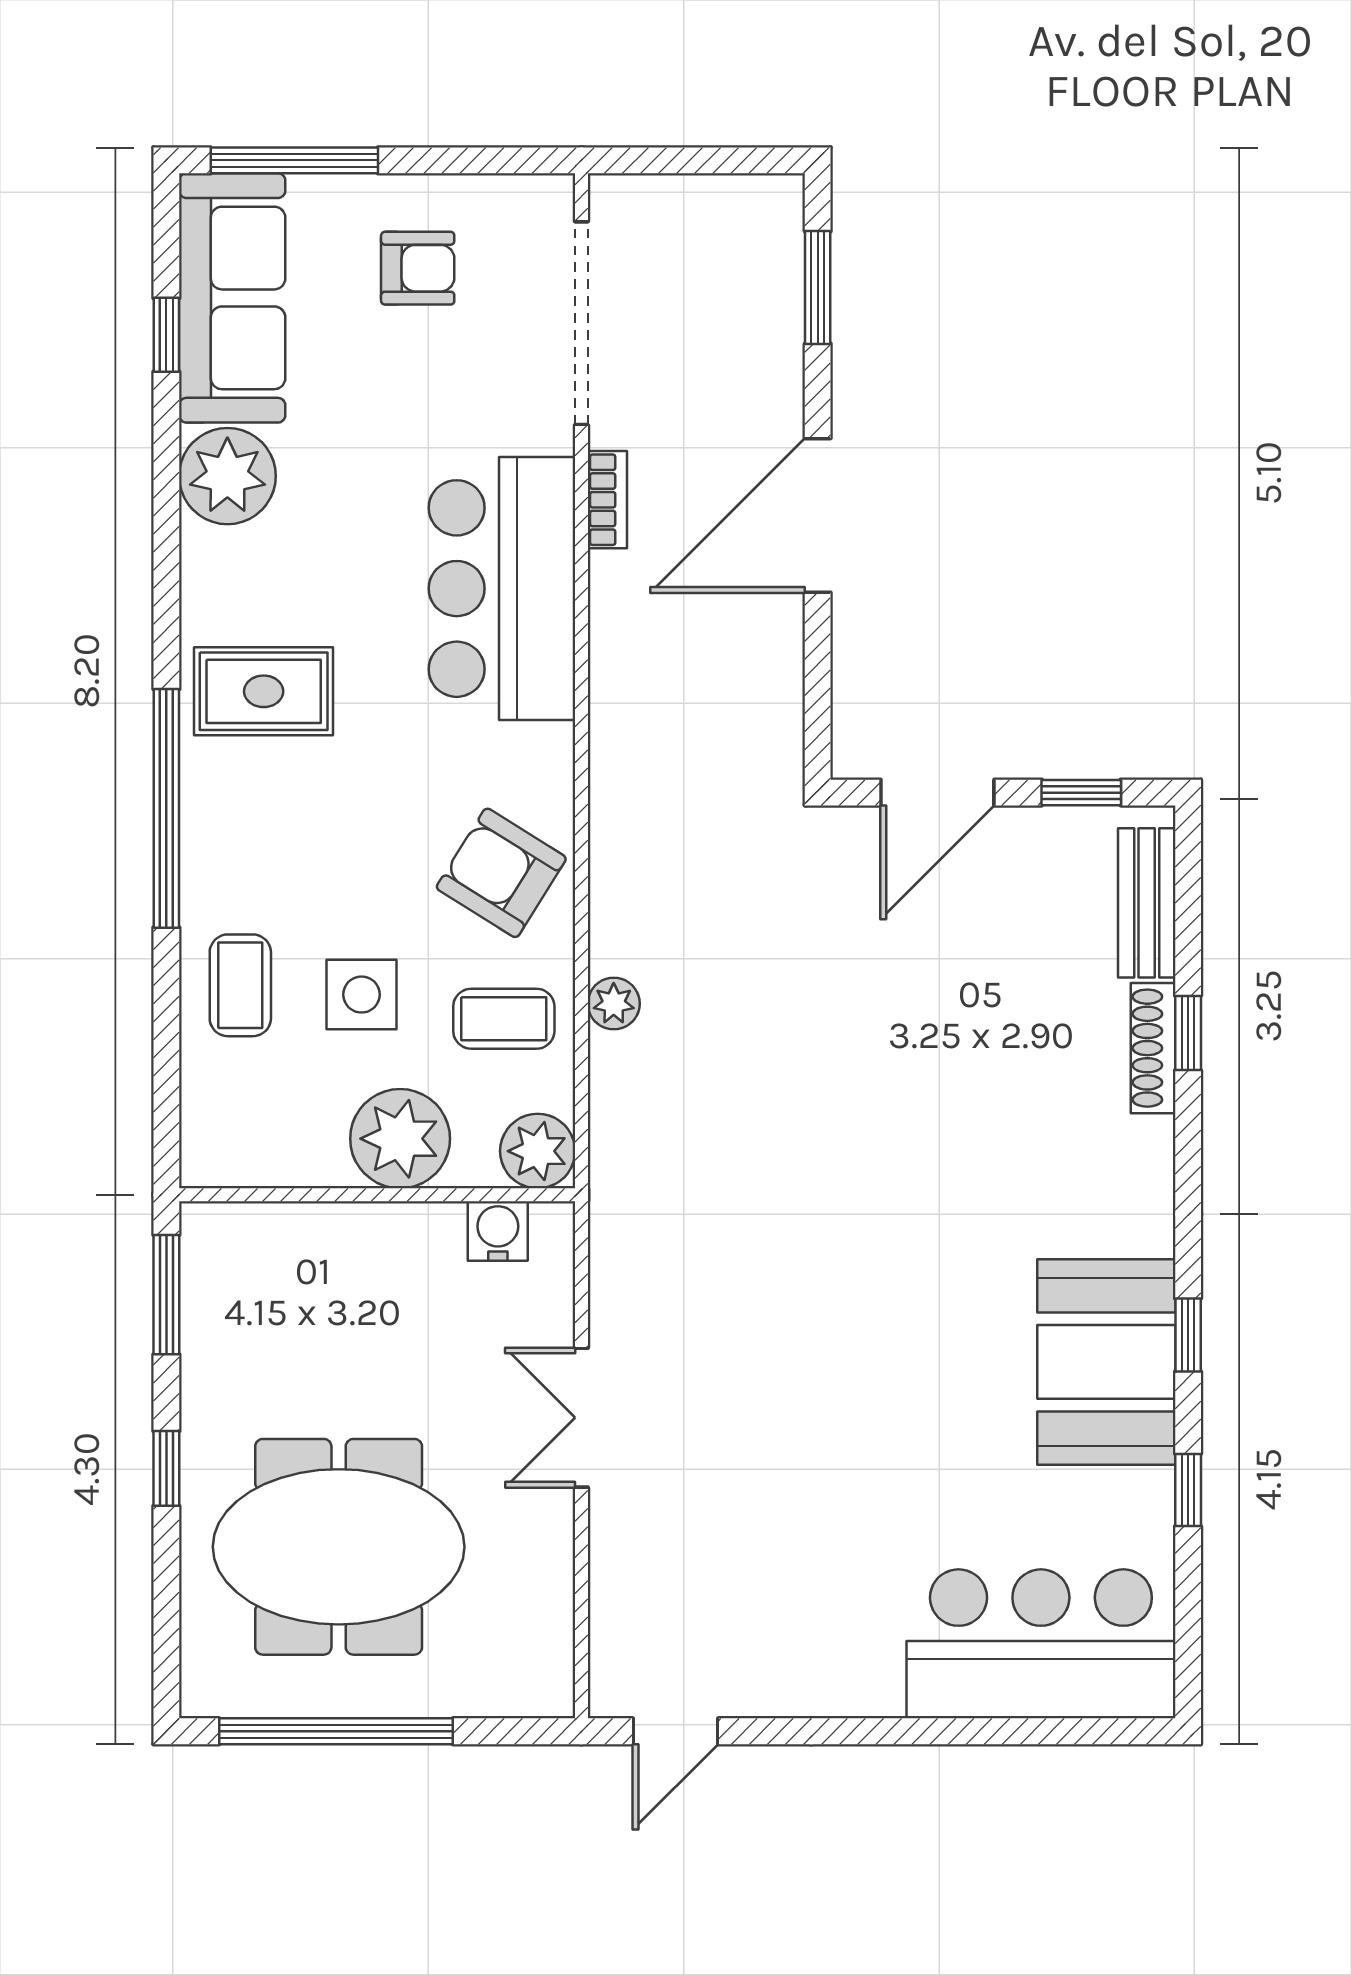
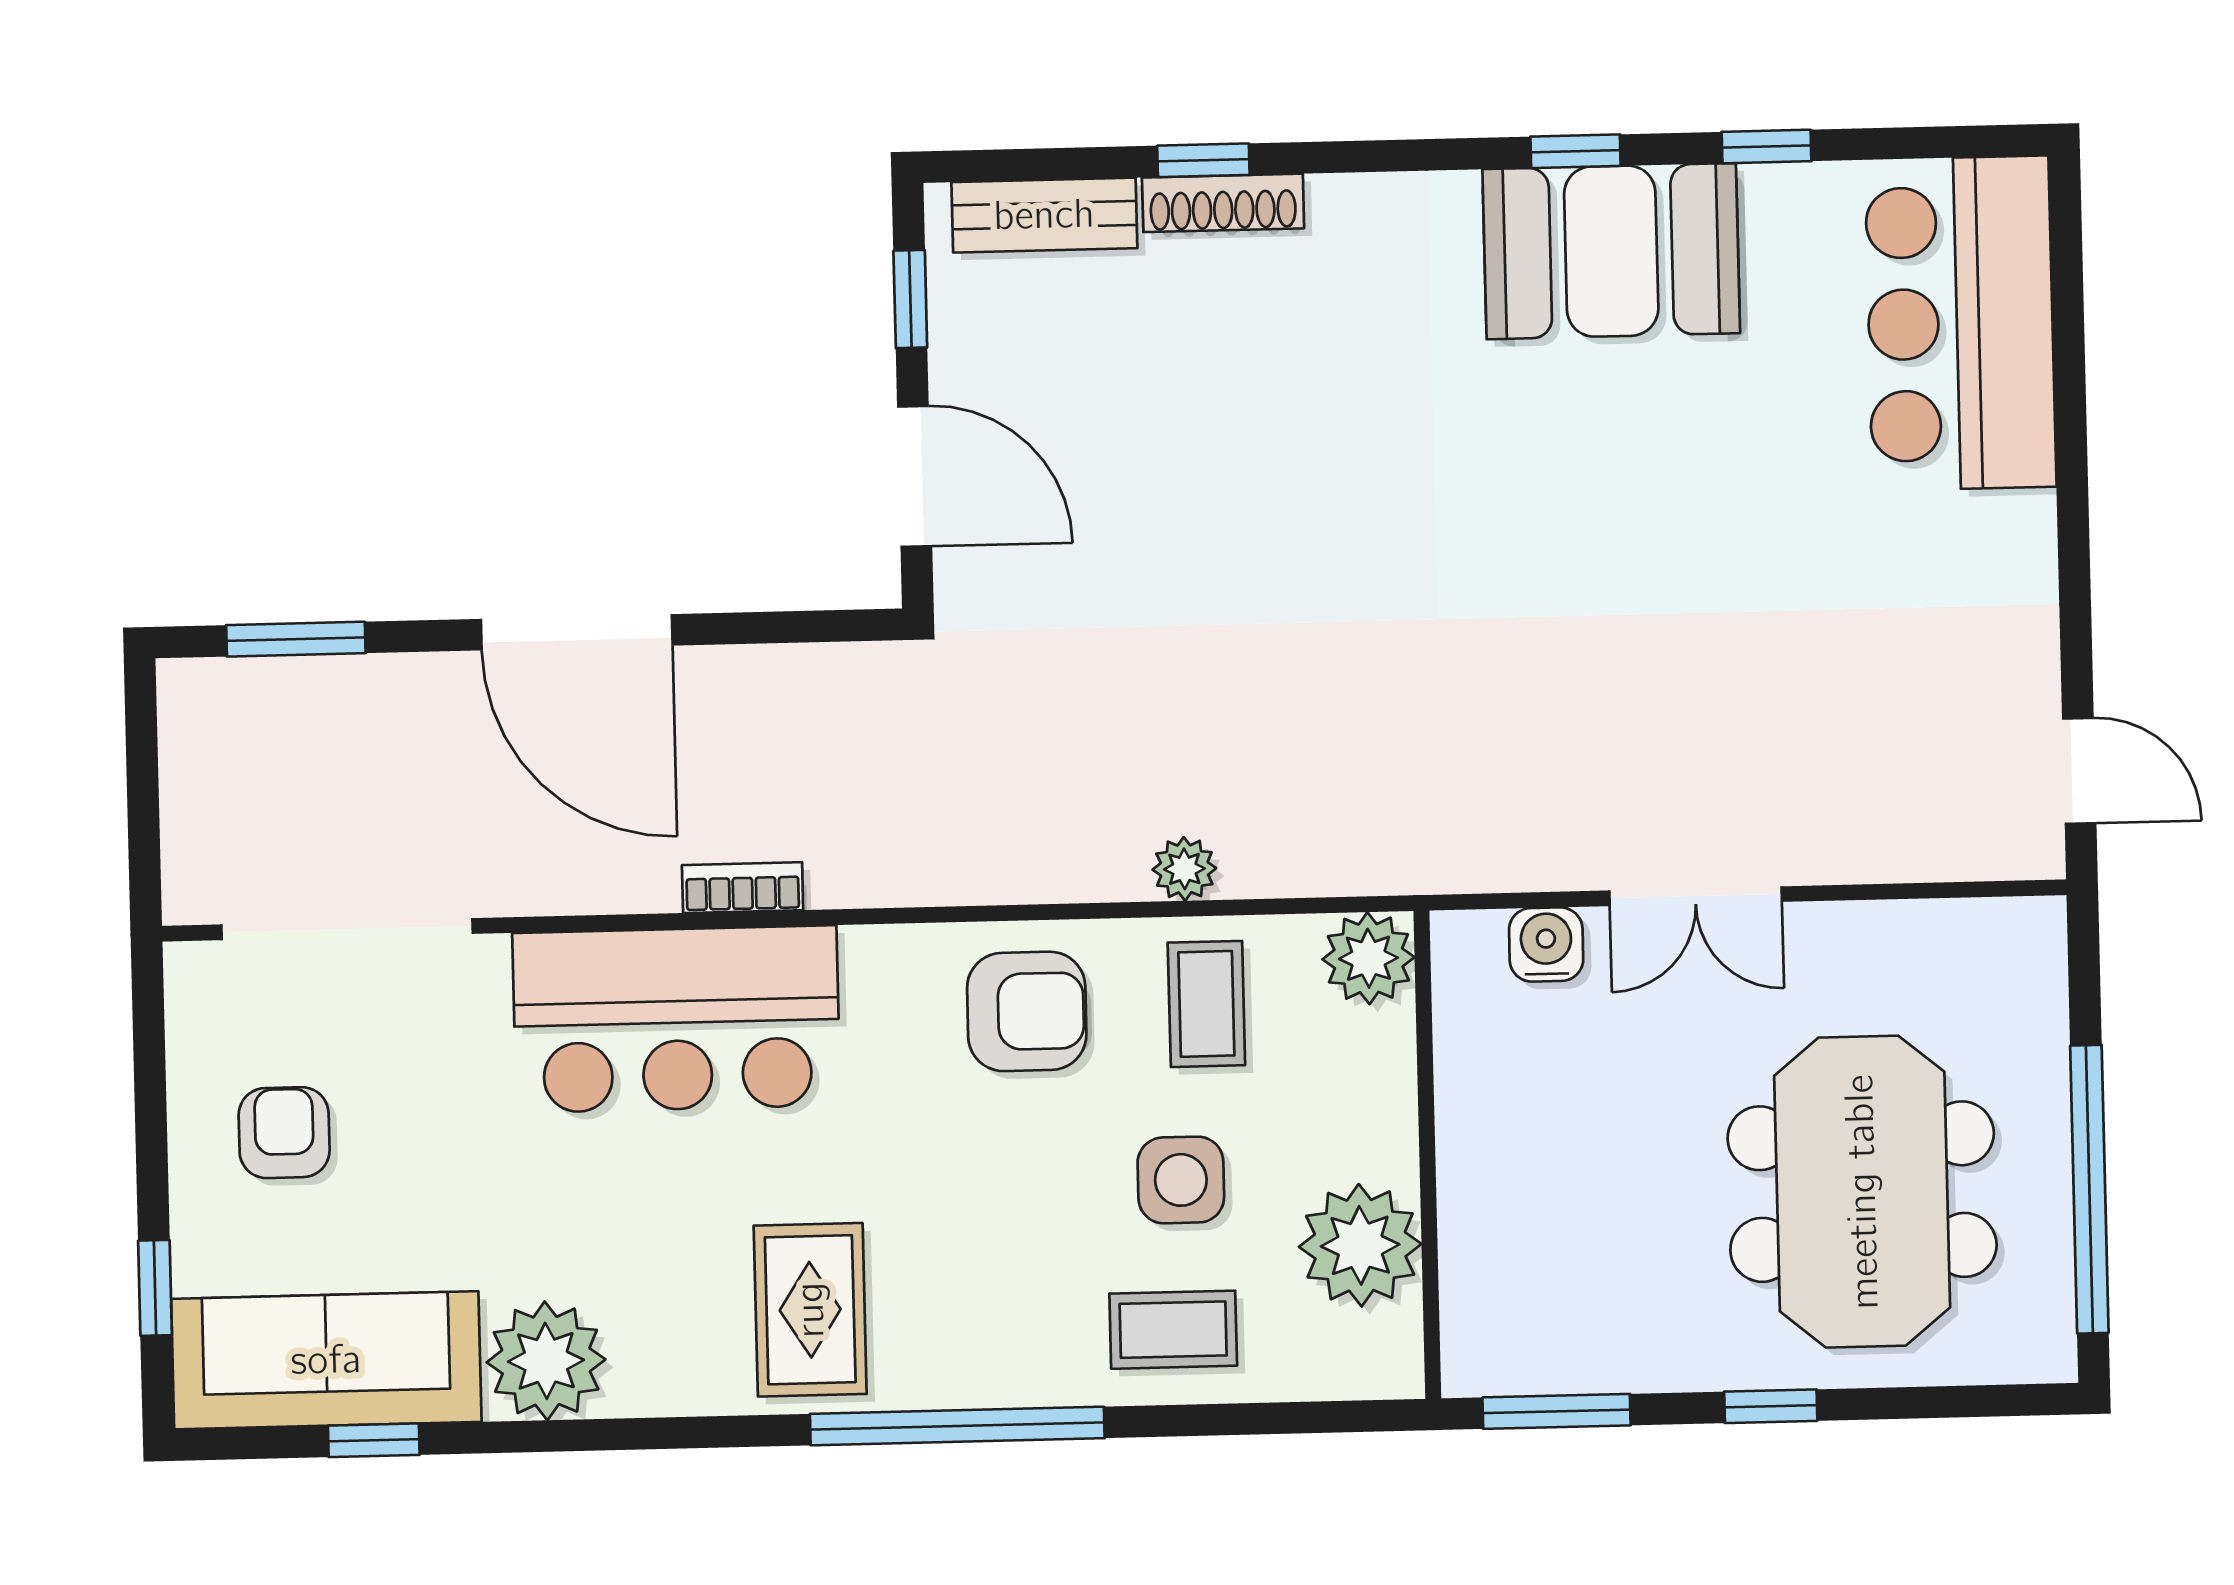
window: (294, 160) -> (155, 1288), width x0.46
bookcase: (607, 500) -> (743, 888), moved
armchair: (501, 873) -> (1027, 1011), turned -122
plant: (400, 1139) -> (1360, 1245), moved
water cooler: (498, 1231) -> (1546, 945), moved, turned 90

